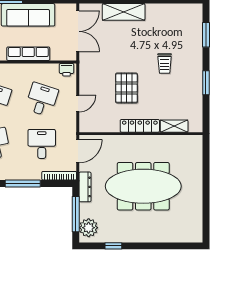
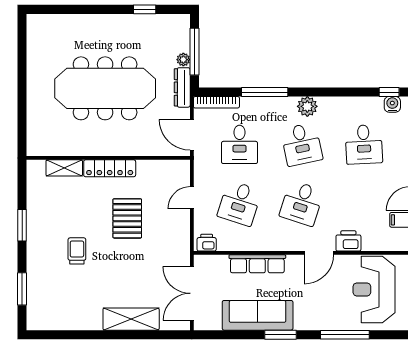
door: (78, 151) -> (192, 135), hinge flipped
plant: (89, 228) -> (183, 60), moved, width x0.53, depth x0.53

